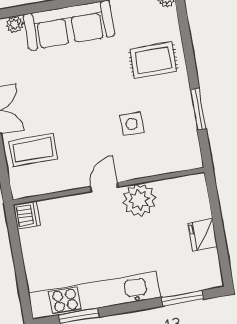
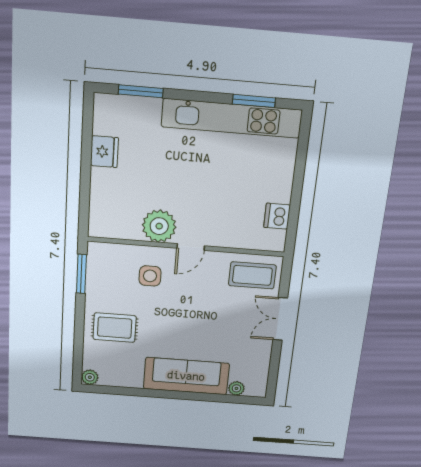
wall: (108, 186) -> (186, 247), moved
door: (104, 187) -> (191, 247), moved
plant: (139, 200) -> (159, 226), moved

